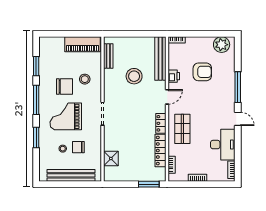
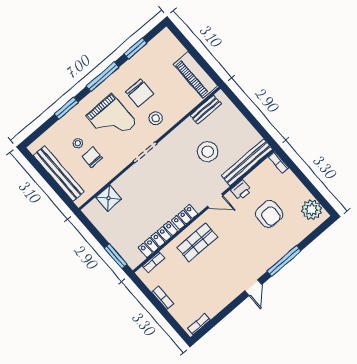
stool: (85, 79) -> (156, 118), moved
grand piano: (66, 116) -> (111, 119), turned 180
desk: (223, 145) -> (216, 295), removed

